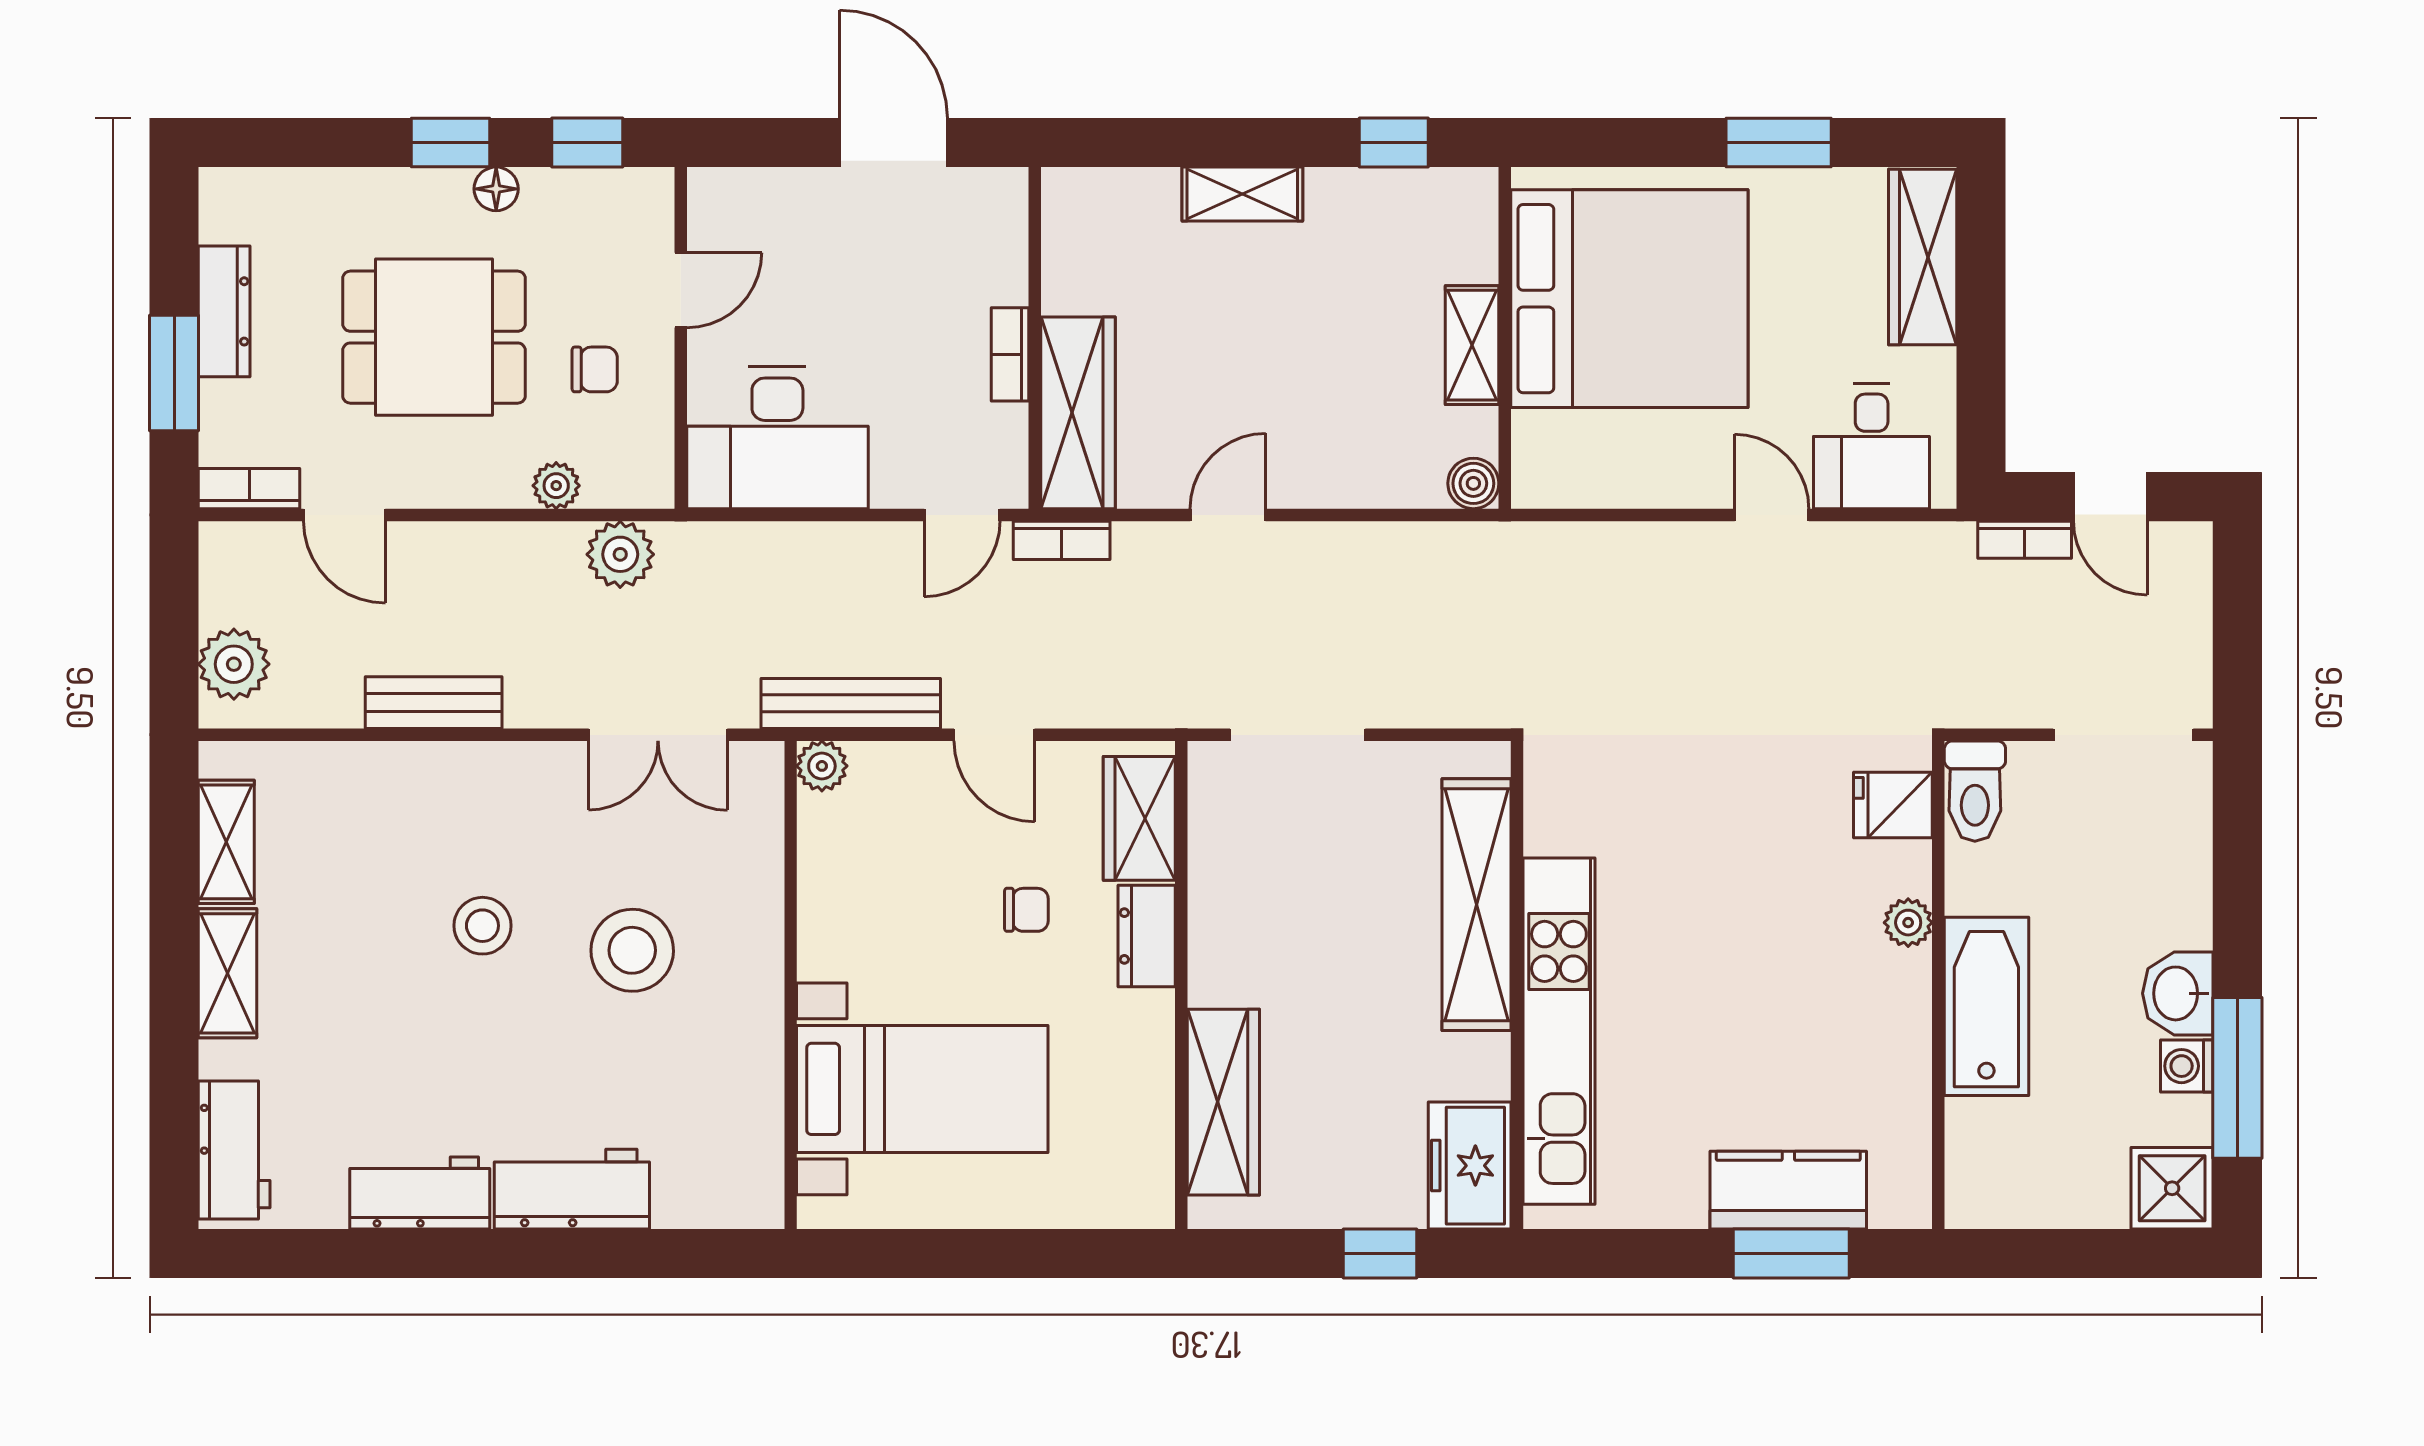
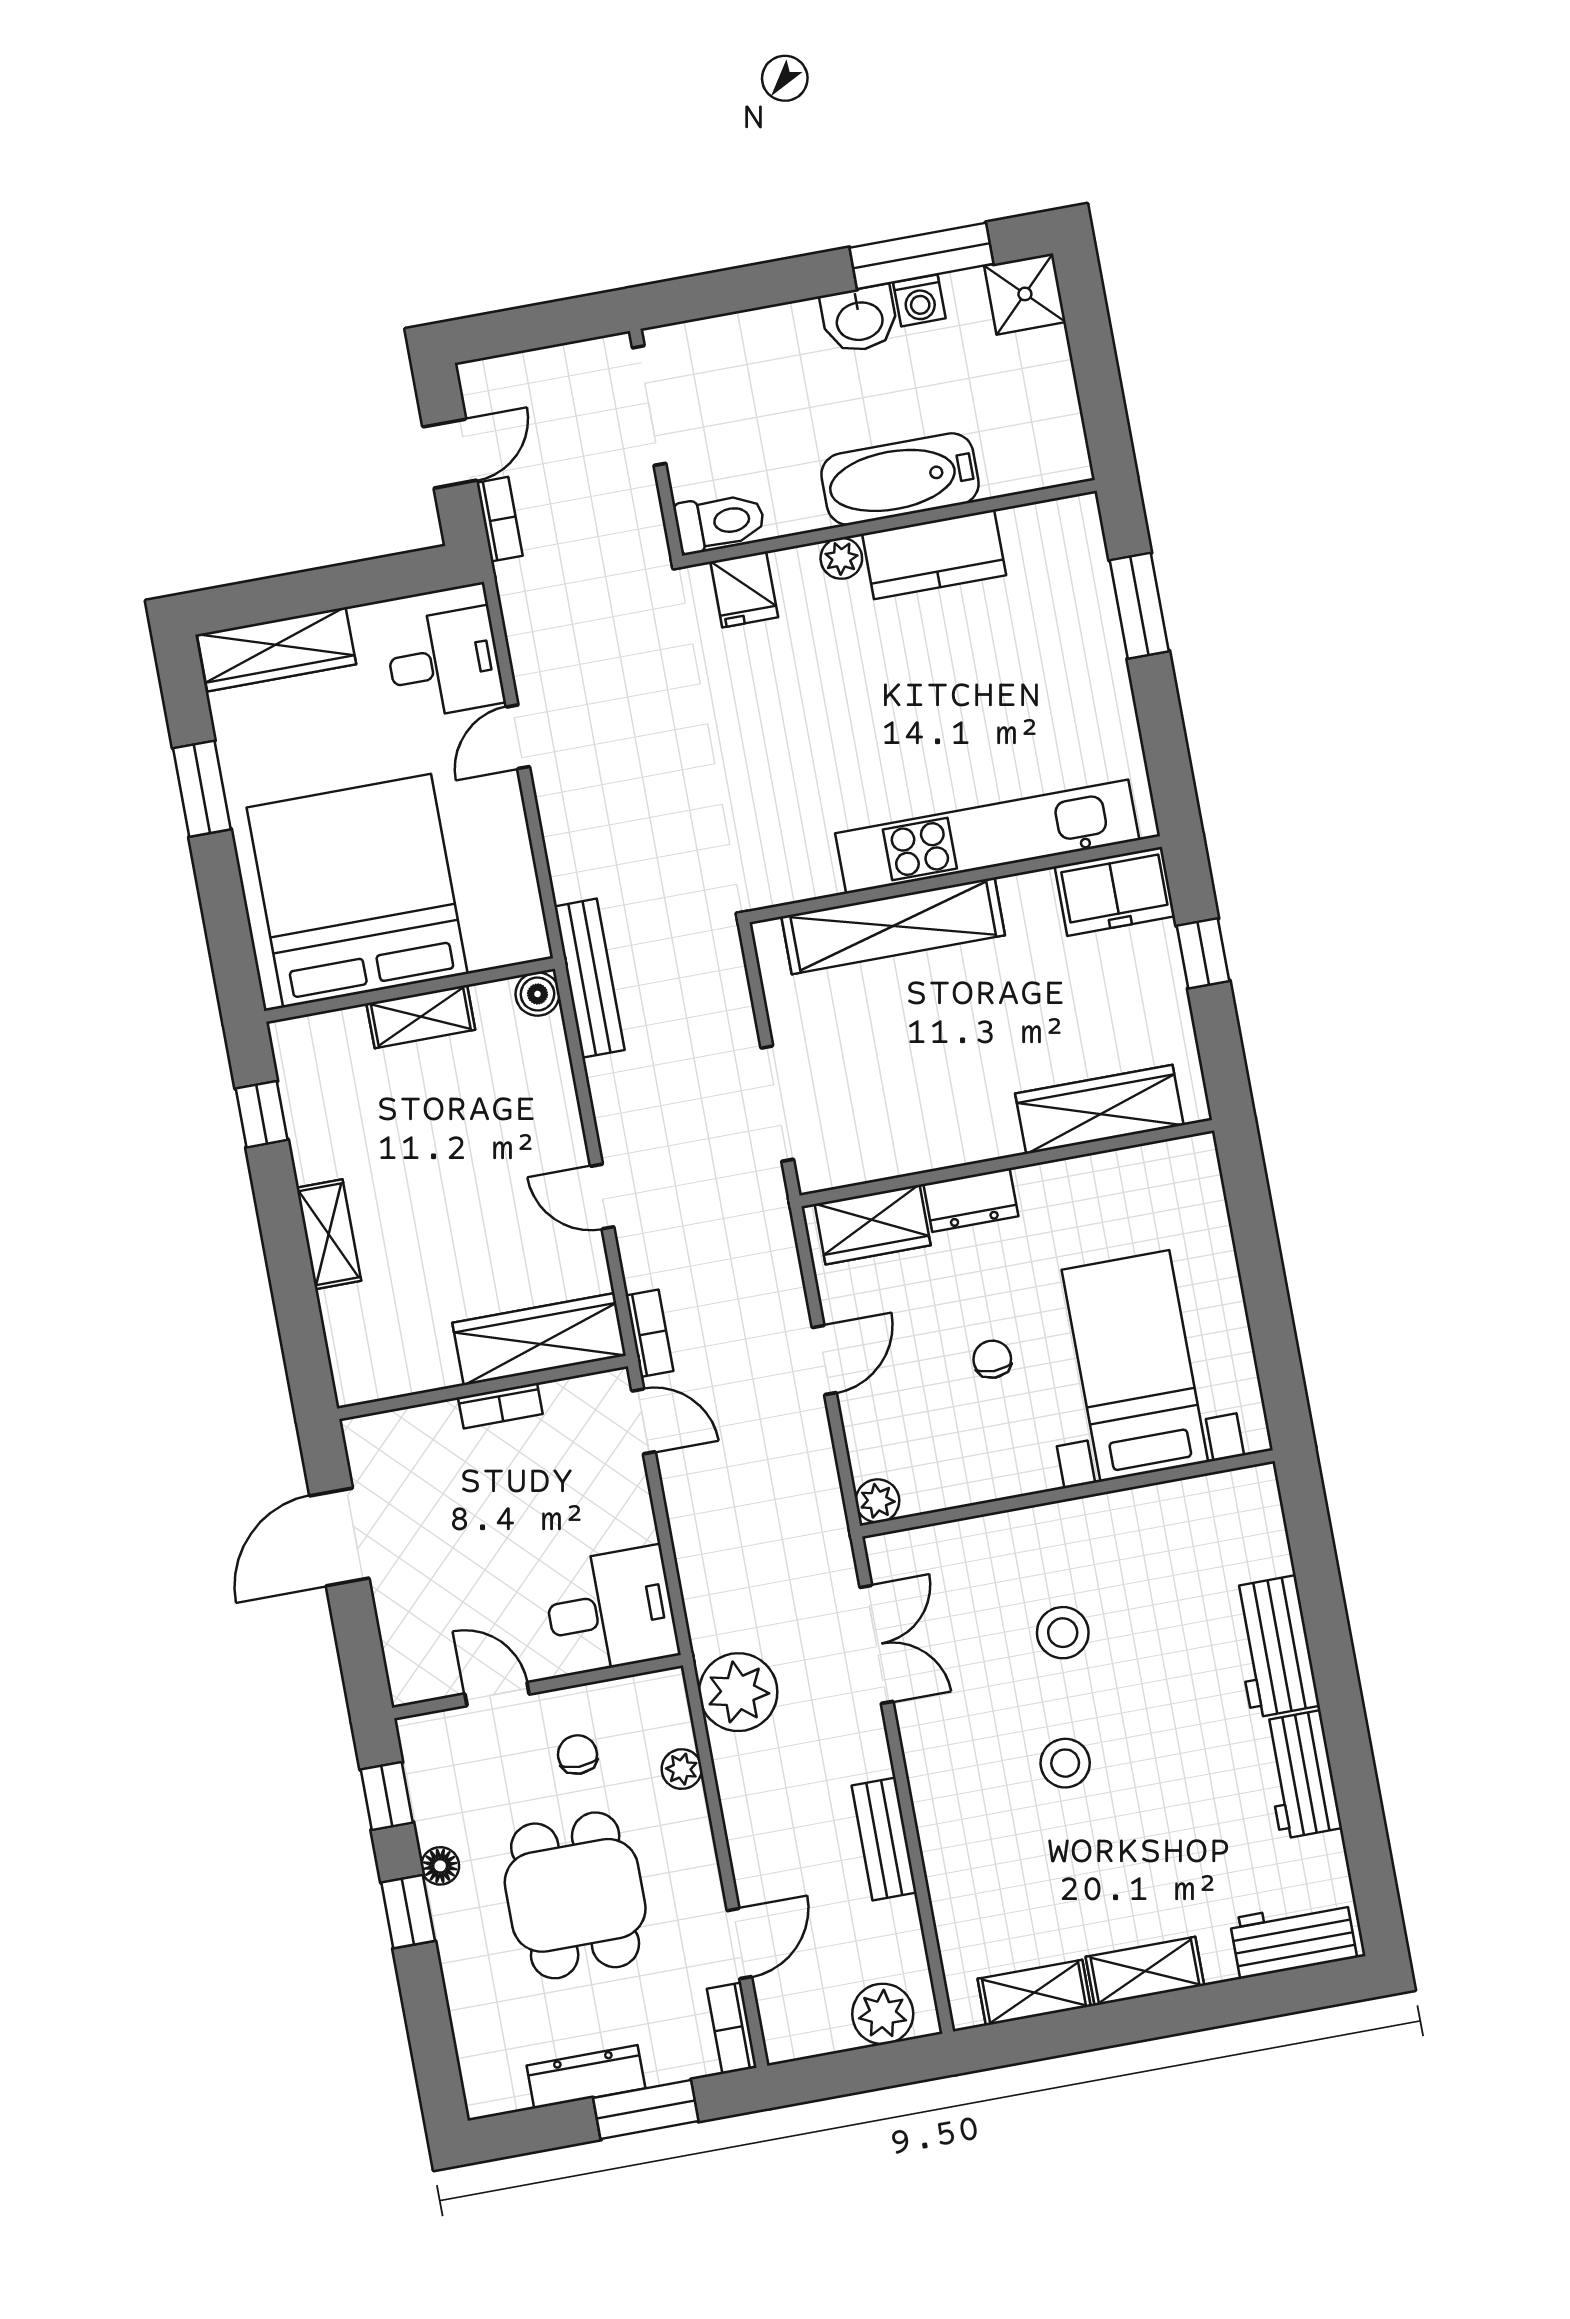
desk: (777, 438) -> (611, 1610), width x0.73
plant: (620, 554) -> (738, 1692), width x1.36, depth x1.36
bench: (851, 703) -> (589, 978), moved
chair: (1026, 910) -> (992, 1359), moved
stool: (632, 950) -> (1063, 1633), width x0.73, depth x0.73
kitchen counter: (1788, 1190) -> (934, 554), moved, turned -90

